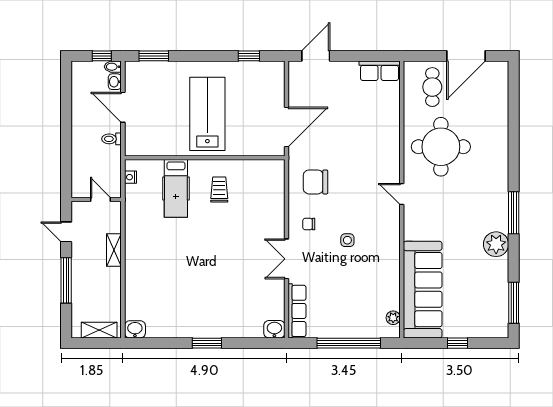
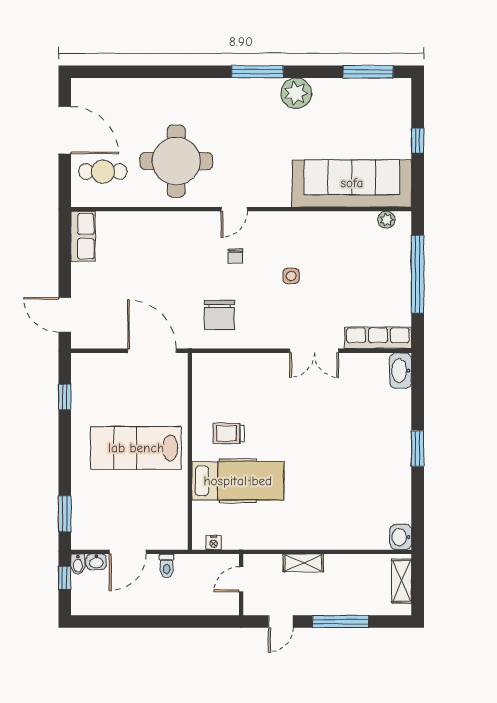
hospital bed: (176, 188) -> (238, 481), width x1.37, depth x1.29
chair: (309, 224) -> (235, 256), moved
washbasin: (274, 329) -> (401, 371), width x1.38

